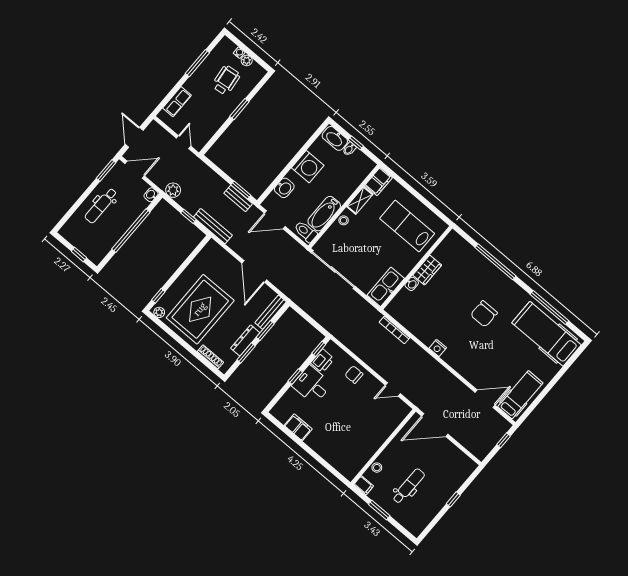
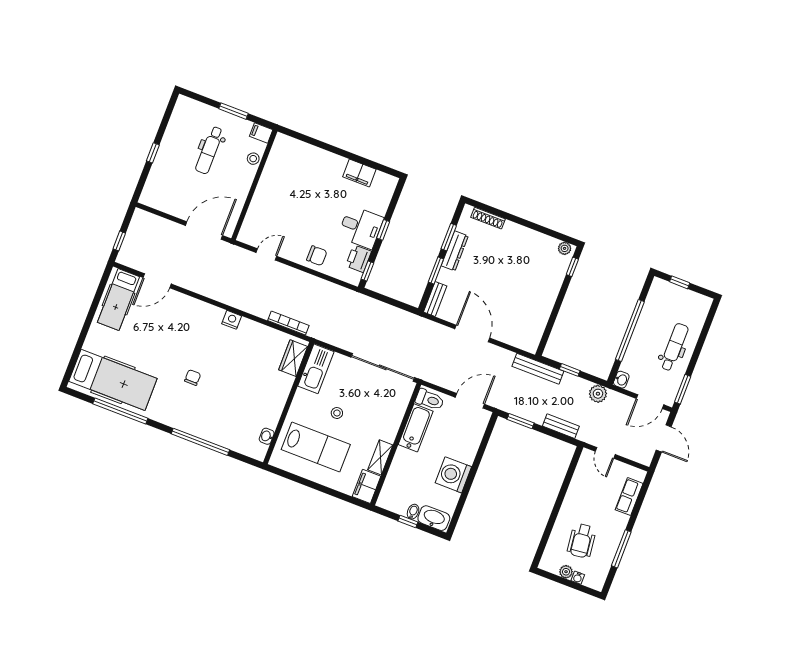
window: (239, 109) -> (555, 513), removed
washbasin: (284, 188) -> (472, 441), removed
bench: (238, 198) -> (561, 426), moved
stool: (344, 220) -> (337, 413), moved
wardrobe: (427, 270) -> (293, 358), moved
washbasin: (412, 284) -> (267, 436), moved
rug: (200, 309) -> (519, 269), removed
bench: (271, 312) -> (435, 299), width x0.73
chair: (484, 314) -> (193, 378), width x0.54, depth x0.54

